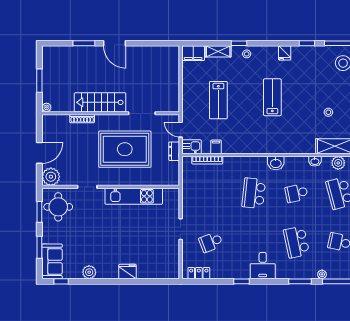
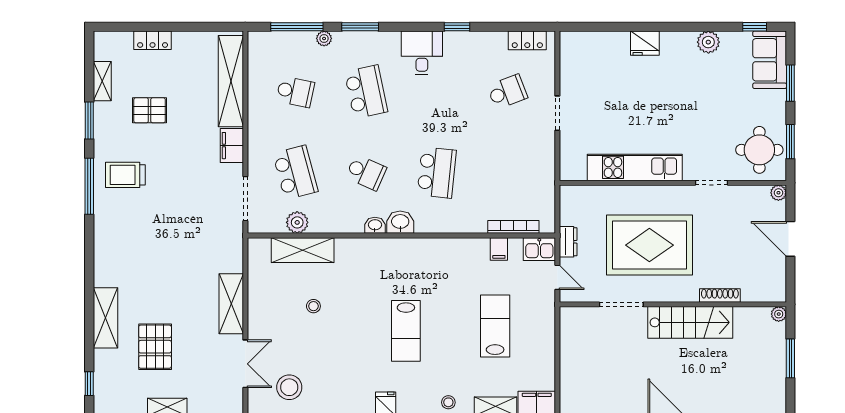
door: (39, 153) -> (790, 239), hinge flipped
washbasin: (315, 161) -> (375, 225), moved
plant: (51, 177) -> (778, 193), width x0.53, depth x0.53
school desk: (297, 193) -> (366, 173), turned 36

